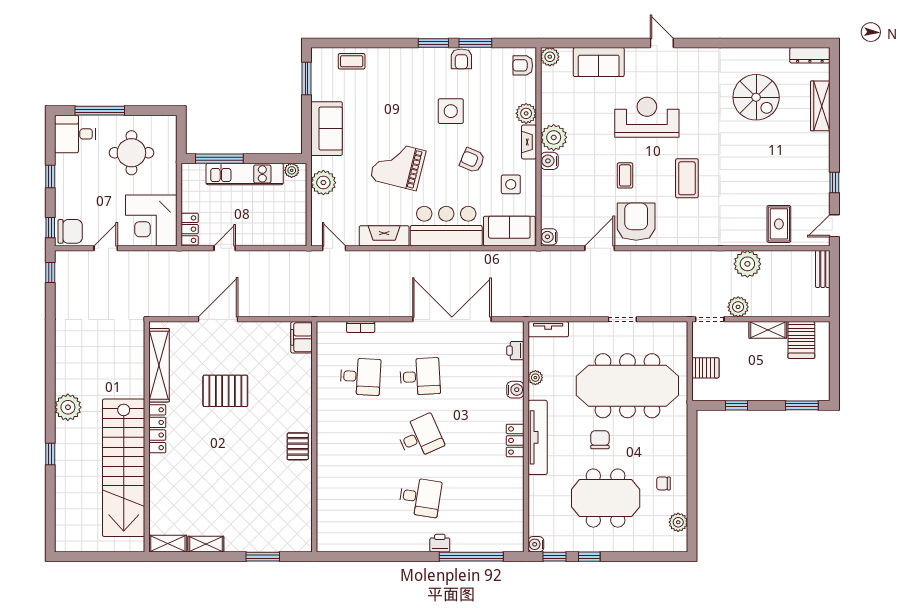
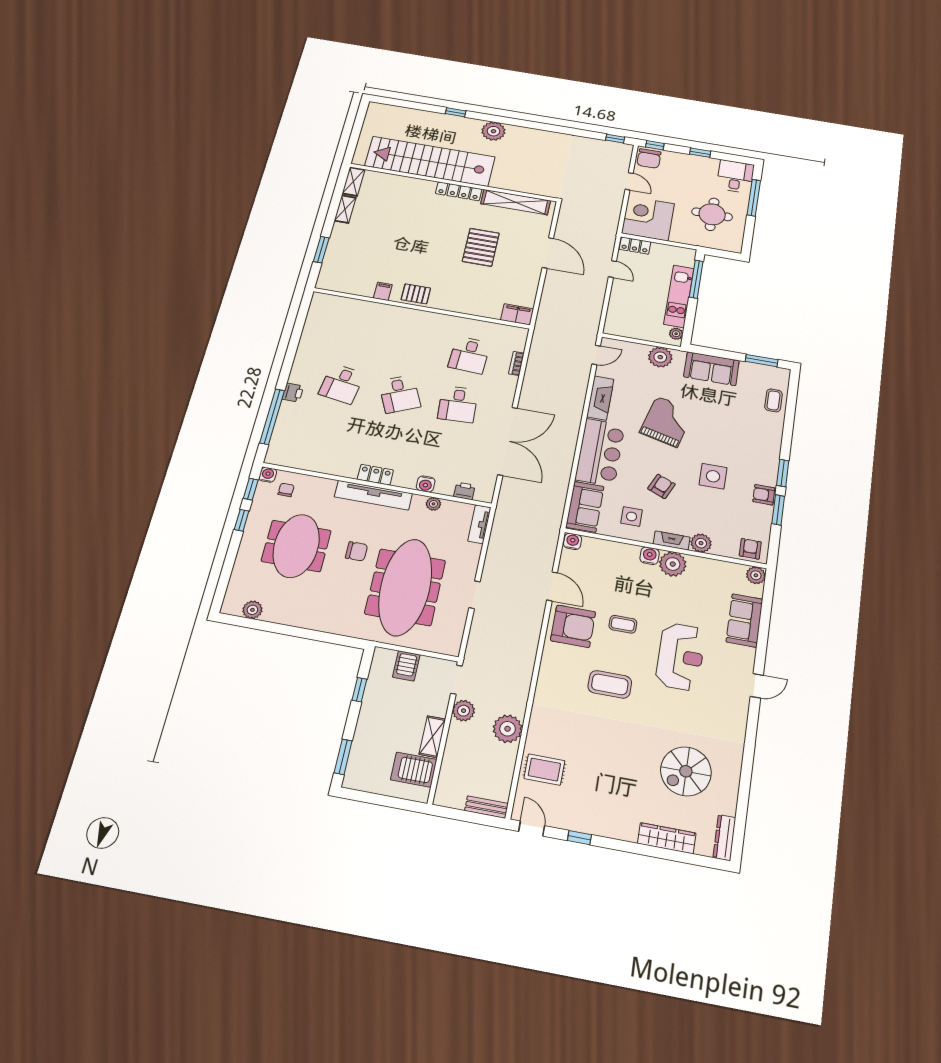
filing cabinet: (302, 481) -> (383, 291), added
chair: (663, 483) -> (286, 490), moved

